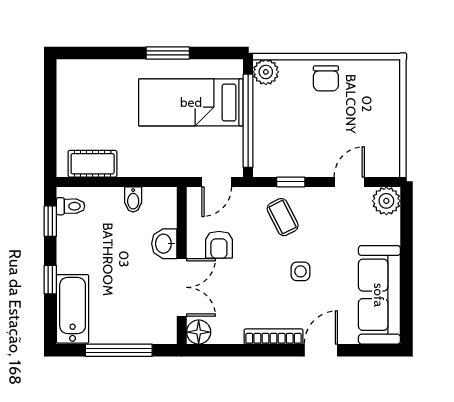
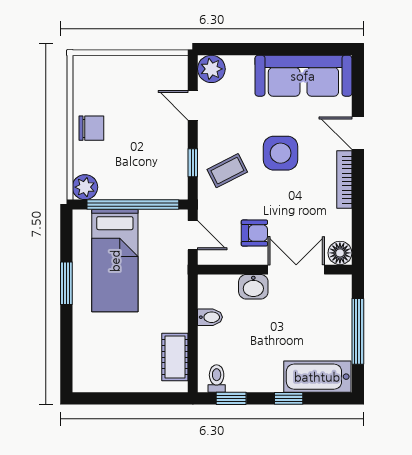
side table: (300, 271) -> (281, 153), width x1.87, depth x1.87

